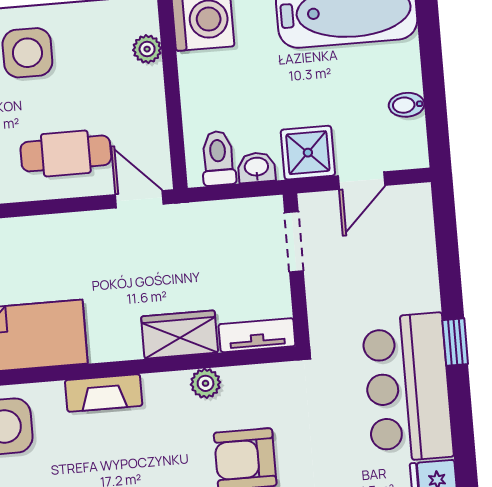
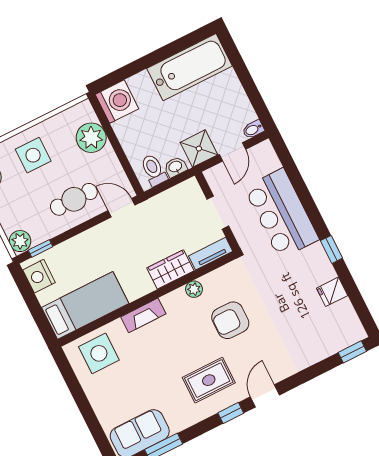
plant: (147, 49) -> (91, 138), width x1.88, depth x1.88
bidet: (407, 105) -> (253, 129), moved
doorway: (294, 242) -> (218, 213), moved
window: (455, 342) -> (331, 249), moved
bar counter: (408, 388) -> (281, 214), moved

